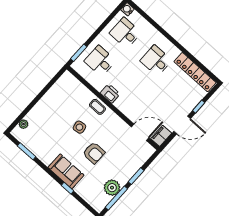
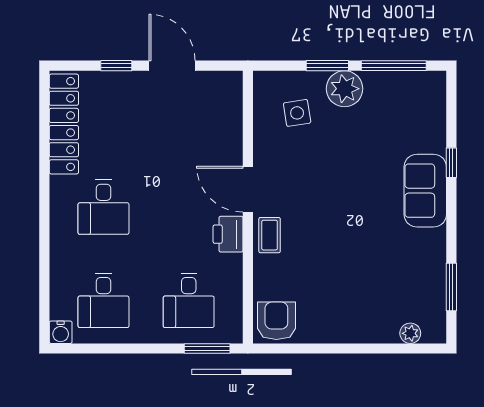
side table: (79, 127) -> (297, 113), moved
door: (140, 132) -> (248, 189), moved
filing cabinet: (161, 136) -> (222, 84), removed
armchair: (94, 153) -> (276, 321), moved
plant: (112, 188) -> (345, 89), moved

